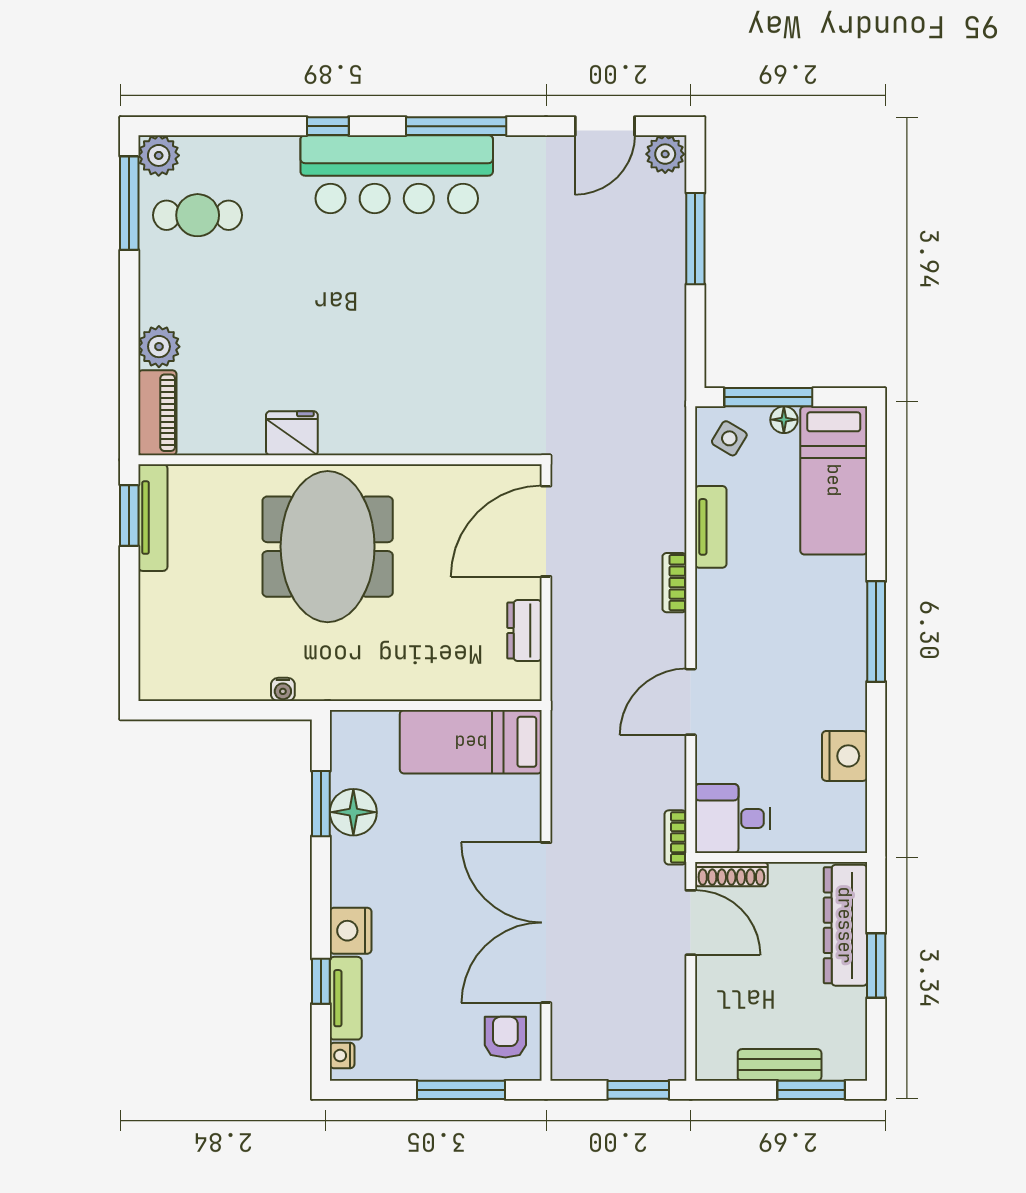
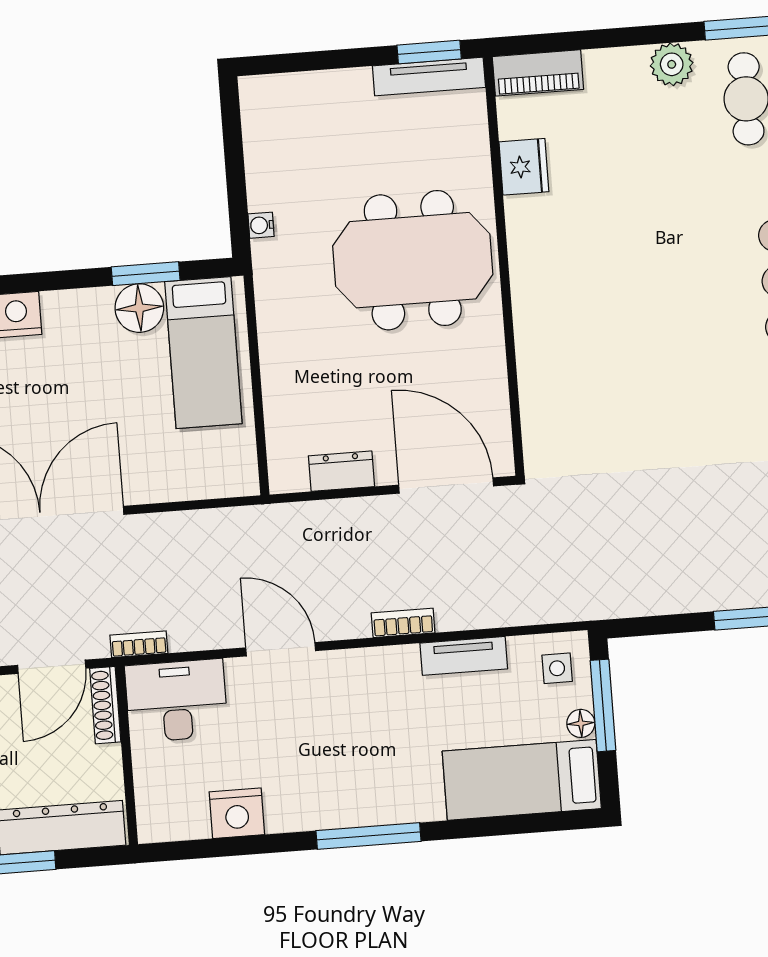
plant: (159, 347) -> (672, 64), moved
fridge: (292, 433) -> (524, 167), moved
side table: (729, 438) -> (557, 668), turned -31
bed: (471, 742) -> (203, 353), moved, turned 180
desk: (732, 818) -> (176, 701), width x1.37

